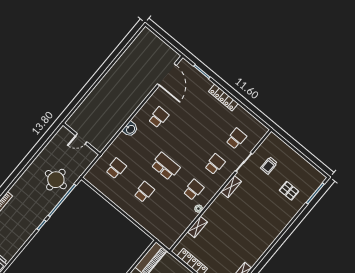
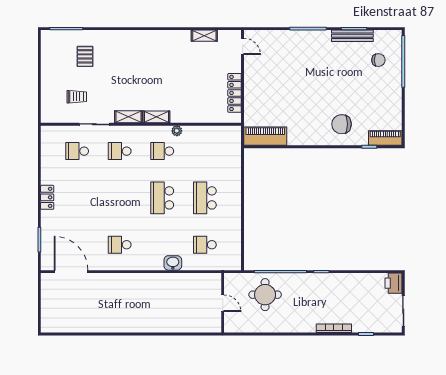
door: (167, 75) -> (71, 272), hinge flipped
locker: (223, 97) -> (47, 197), width x0.66
washbasin: (130, 129) -> (173, 263), moved
door: (81, 139) -> (223, 303), moved
wall: (82, 139) -> (223, 303), moved
school desk: (144, 192) -> (205, 198), width x1.85
shelving: (197, 227) -> (156, 117), moved

